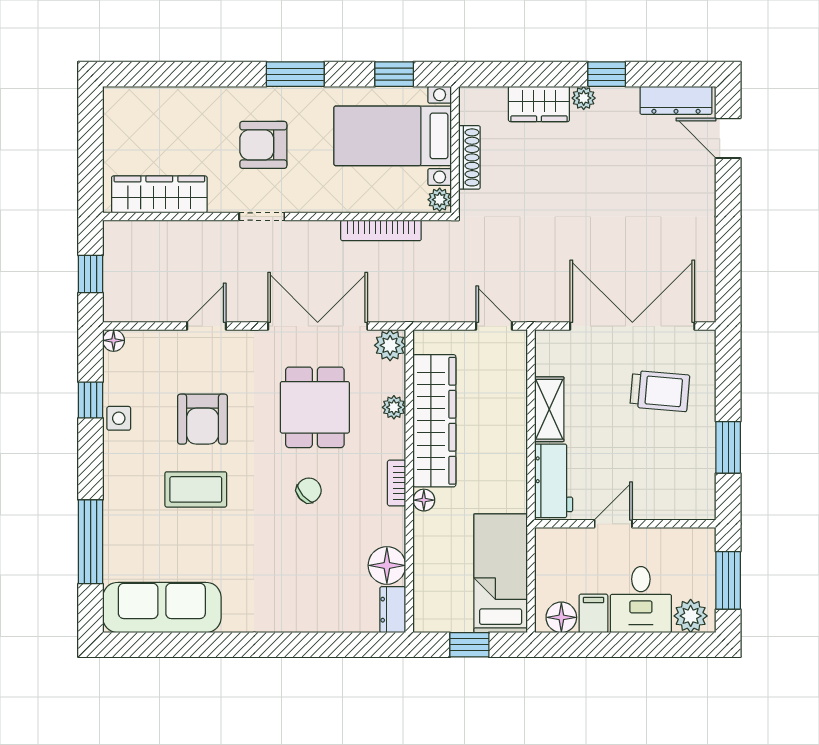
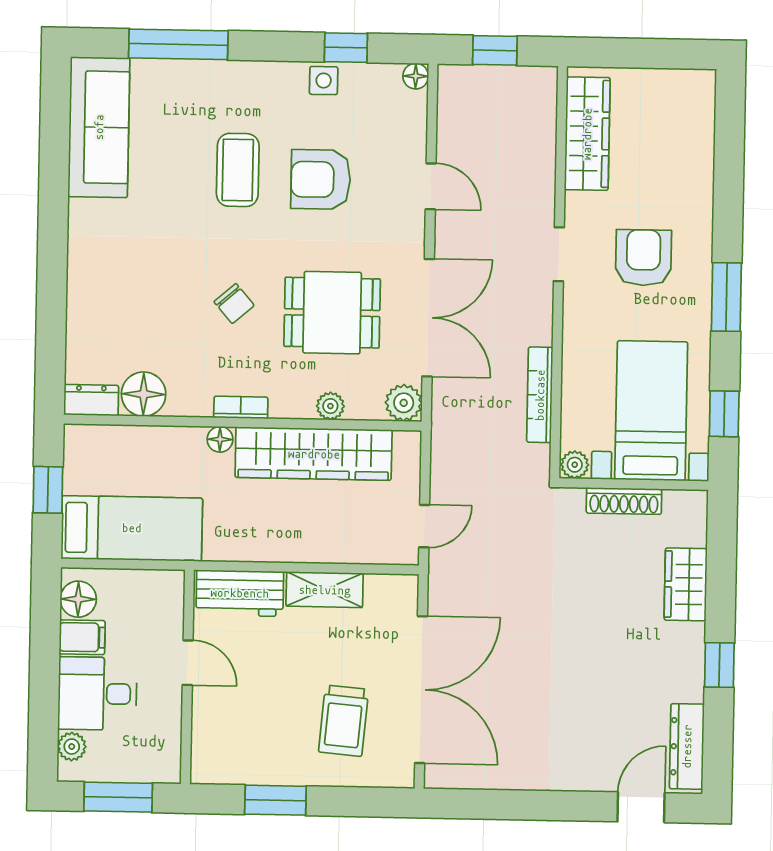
plant: (584, 98) -> (692, 637), removed
plant: (691, 616) -> (72, 747), width x0.73, depth x0.73

